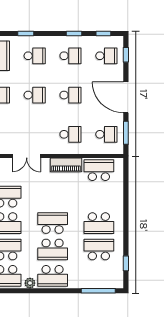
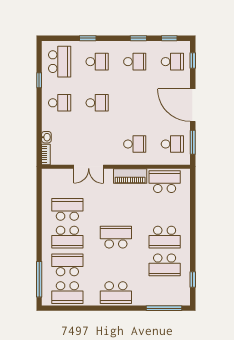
school desk: (70, 95) -> (135, 103), removed
school desk: (53, 249) -> (116, 265), removed
school desk: (99, 249) -> (165, 265), turned 180
plant: (30, 283) -> (92, 300), removed

